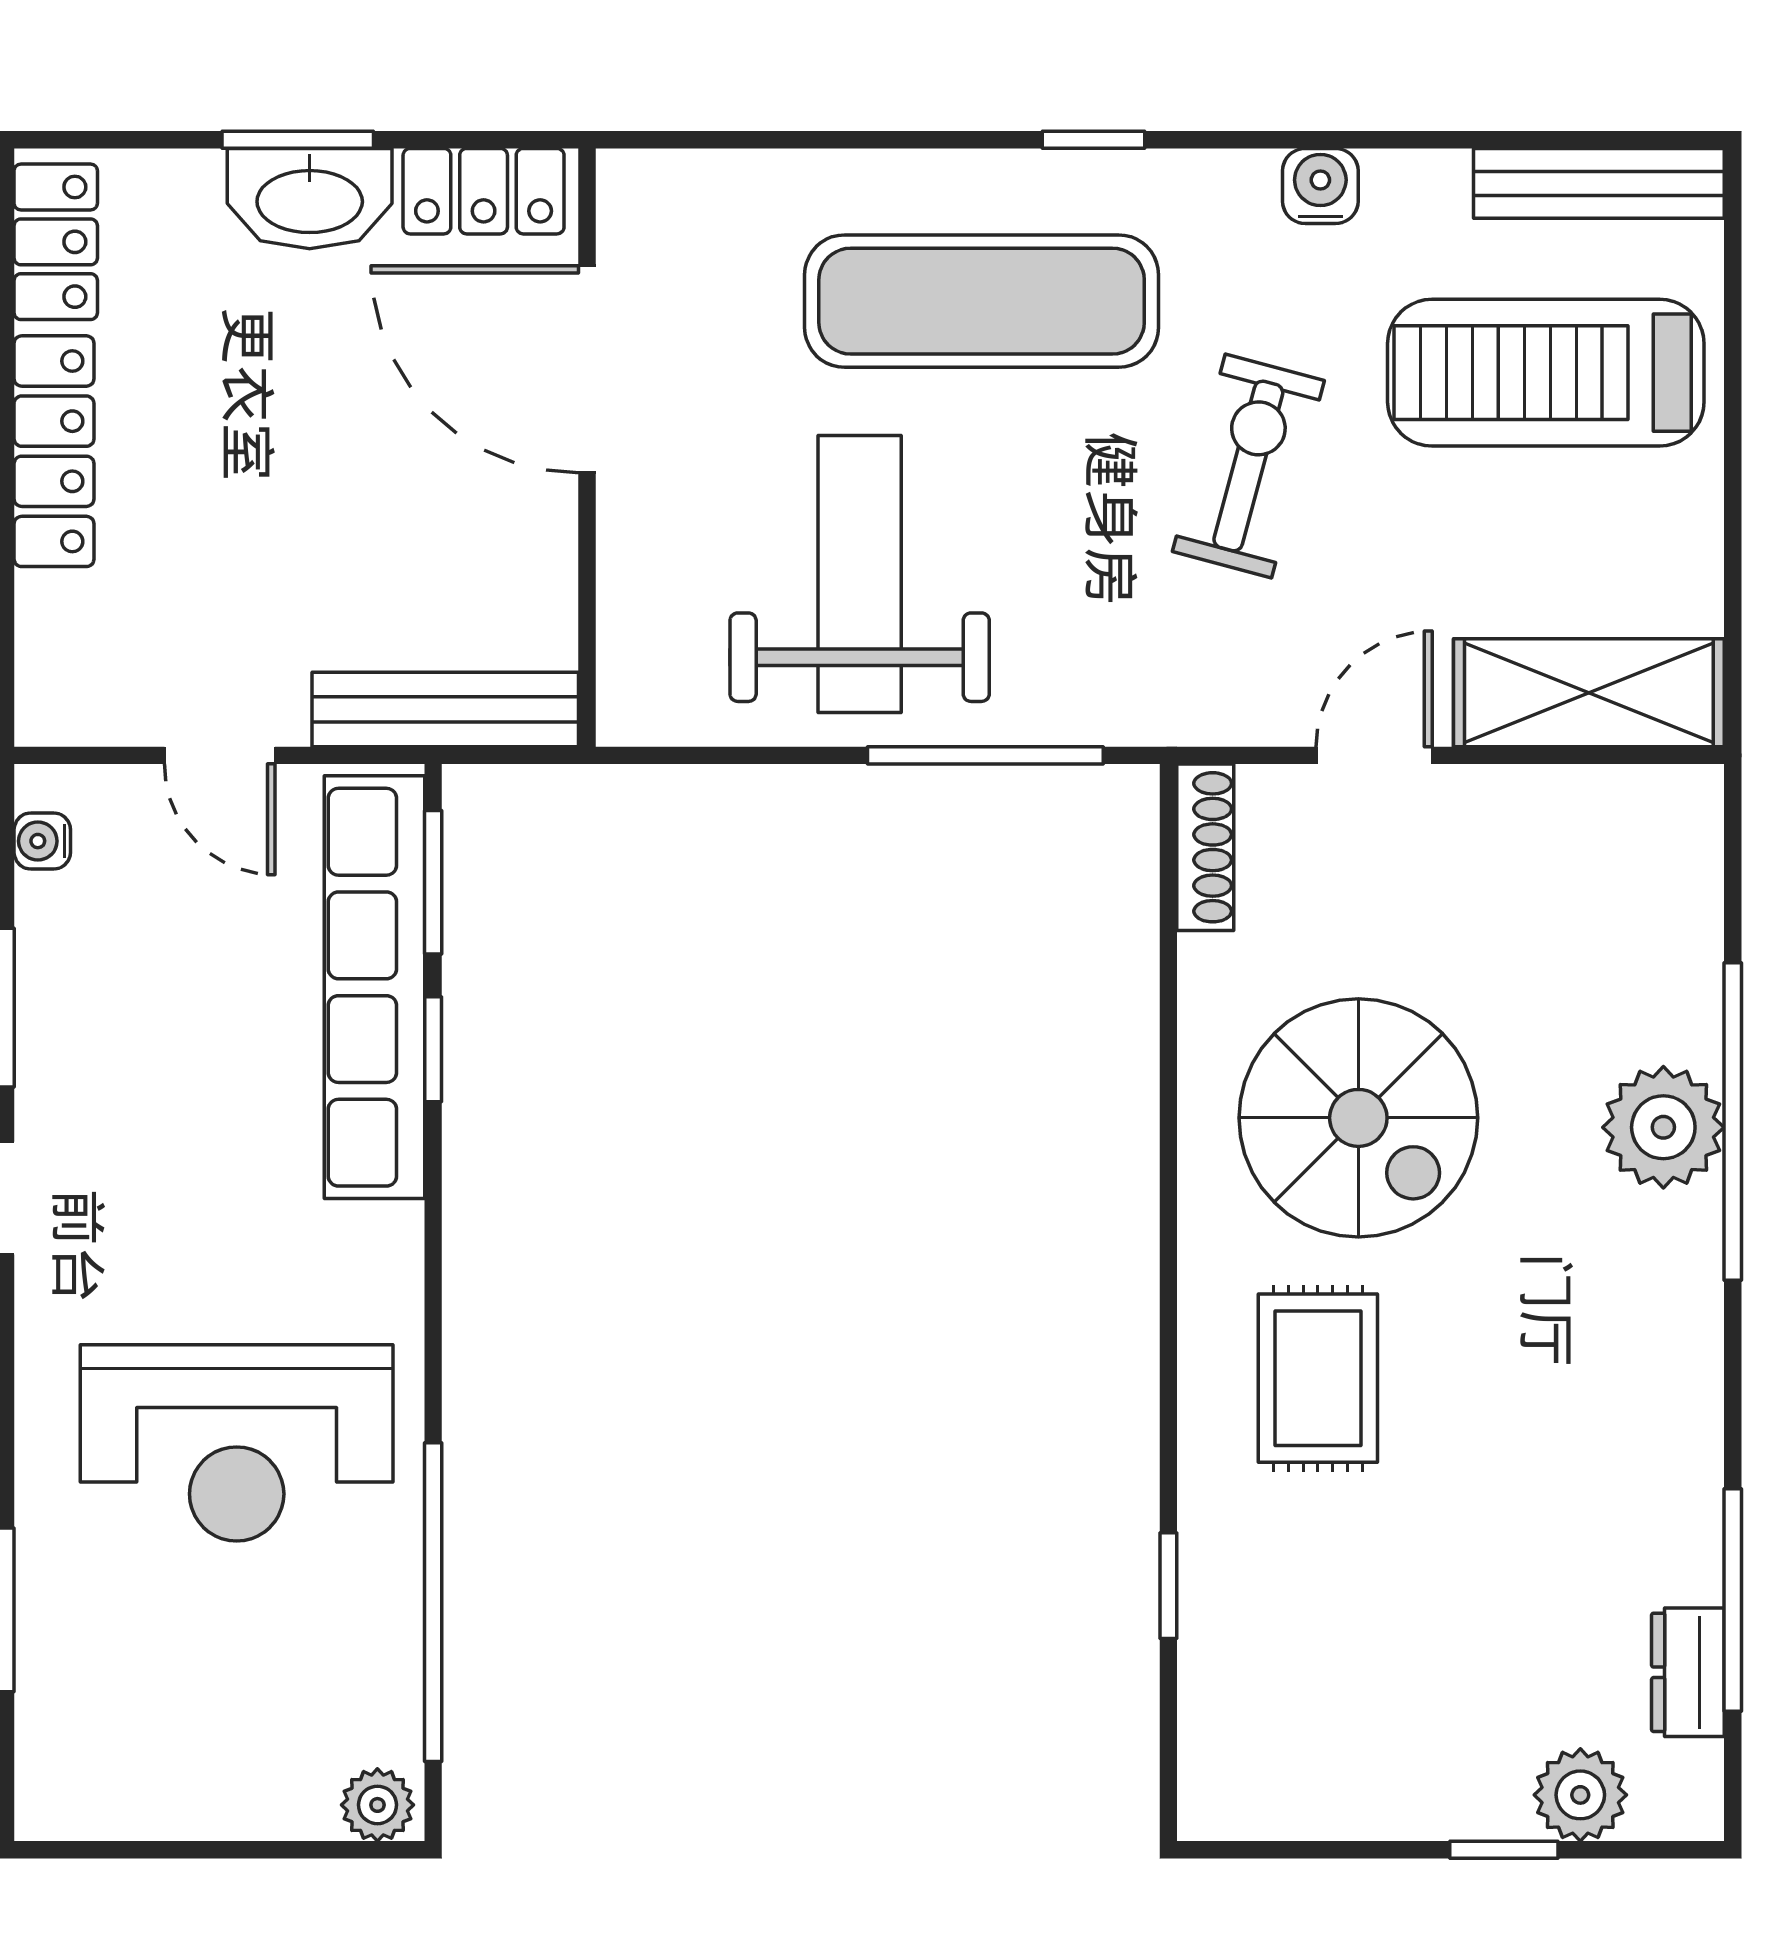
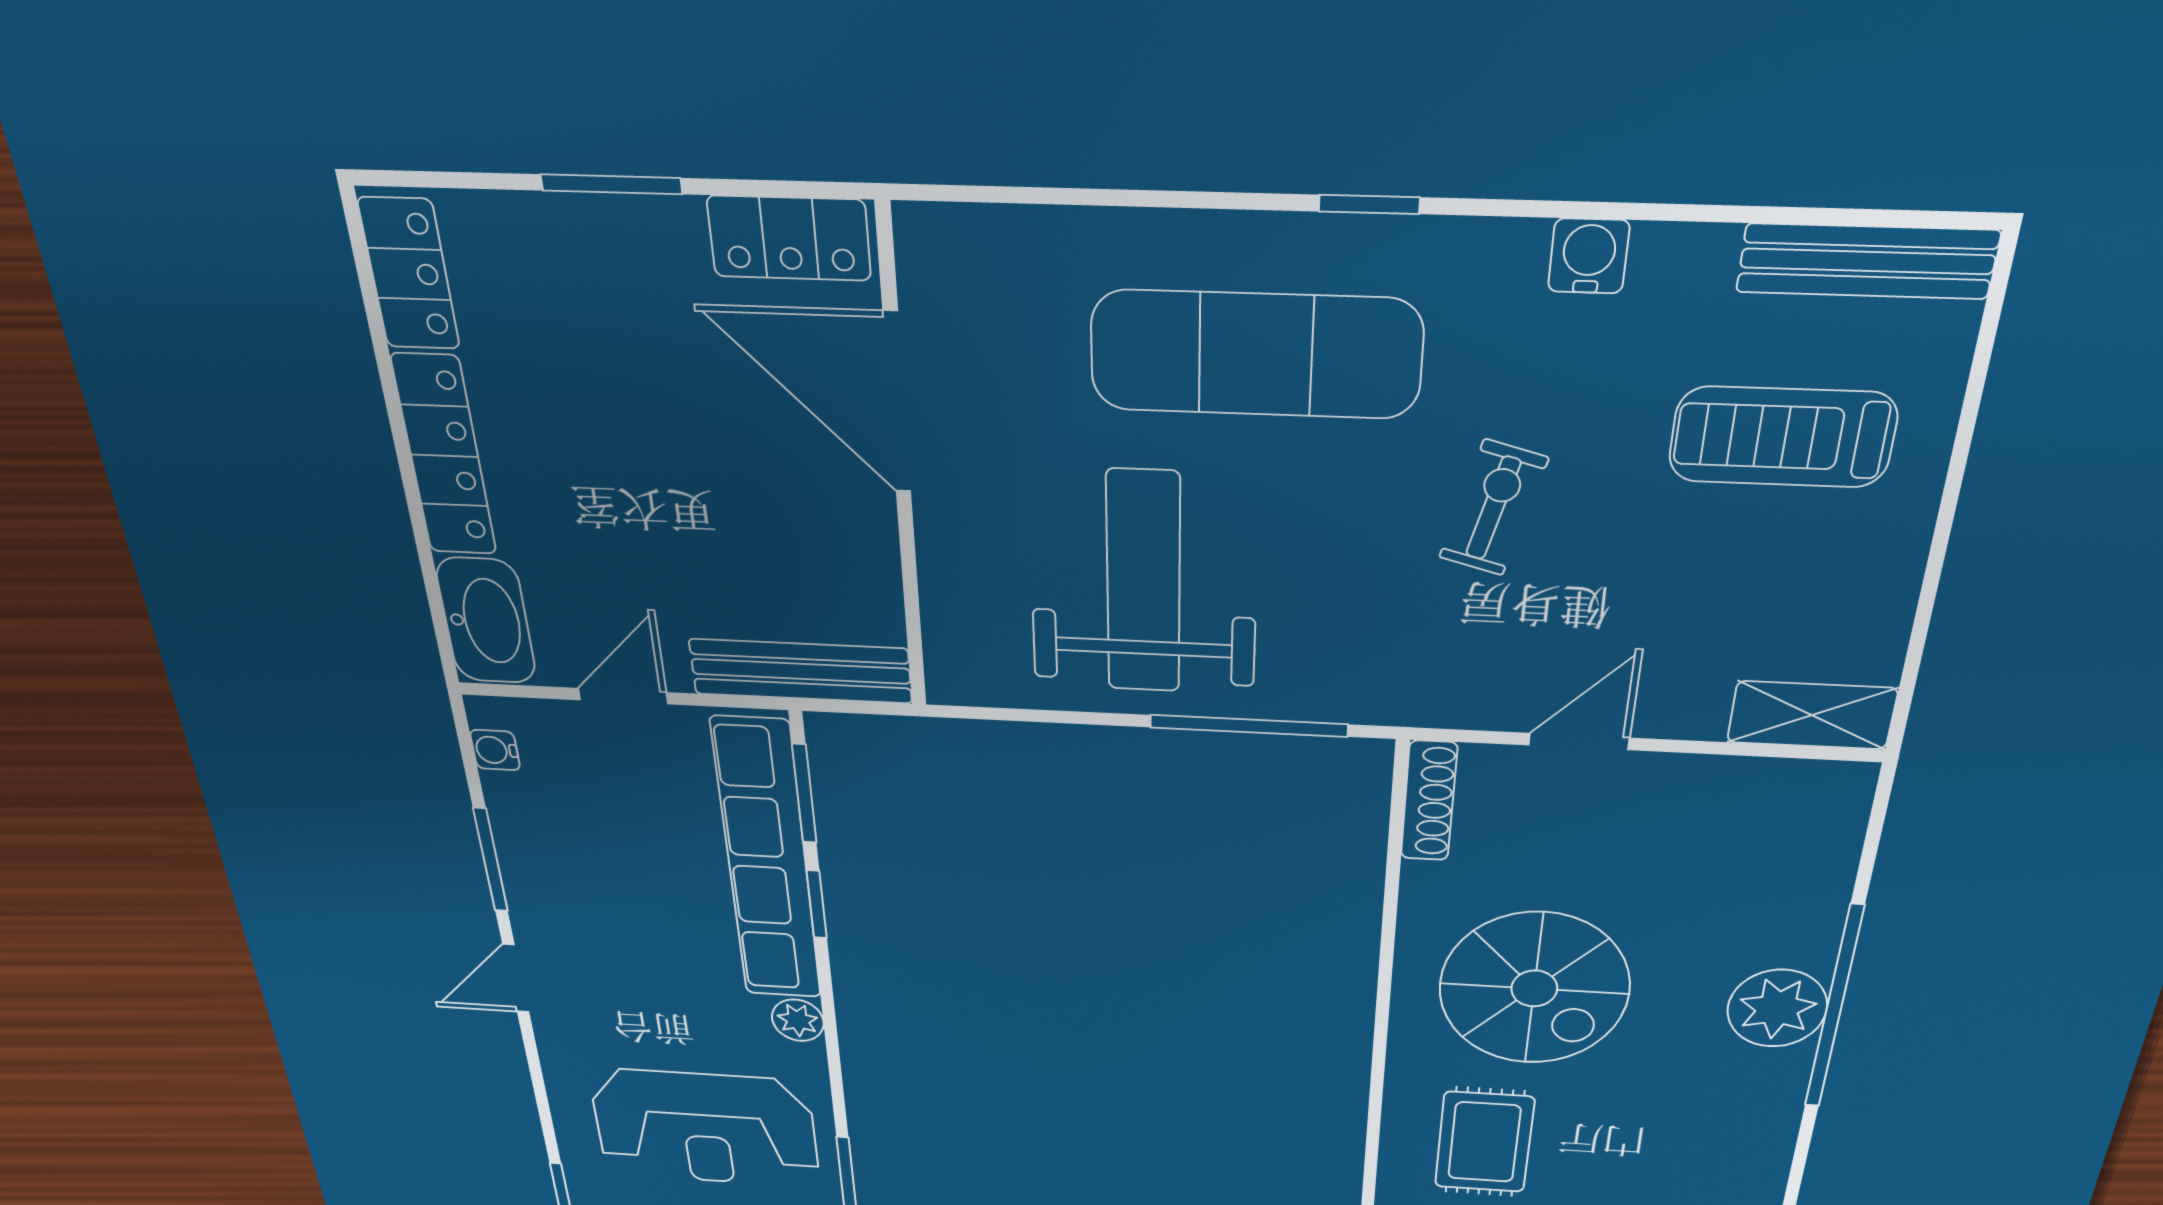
washbasin: (310, 199) -> (486, 621), moved, turned -90
treadmill: (1546, 373) -> (1782, 437), width x0.73, depth x0.73
exercise bike: (1248, 466) -> (1493, 508), width x0.73, depth x0.72
shelving: (1589, 693) -> (1812, 715), width x0.67, depth x0.75
door: (220, 755) -> (623, 696), swing flipped
plant: (389, 1241) -> (798, 1020), added

